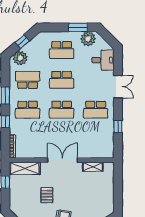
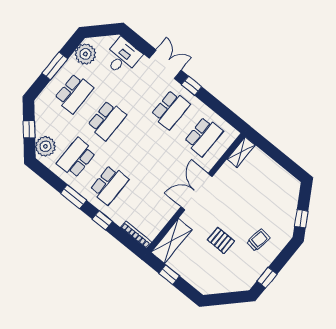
window: (78, 27) -> (55, 66), moved
school desk: (62, 110) -> (204, 137), moved
window: (118, 127) -> (192, 86), moved
shelving: (93, 167) -> (241, 152), moved

